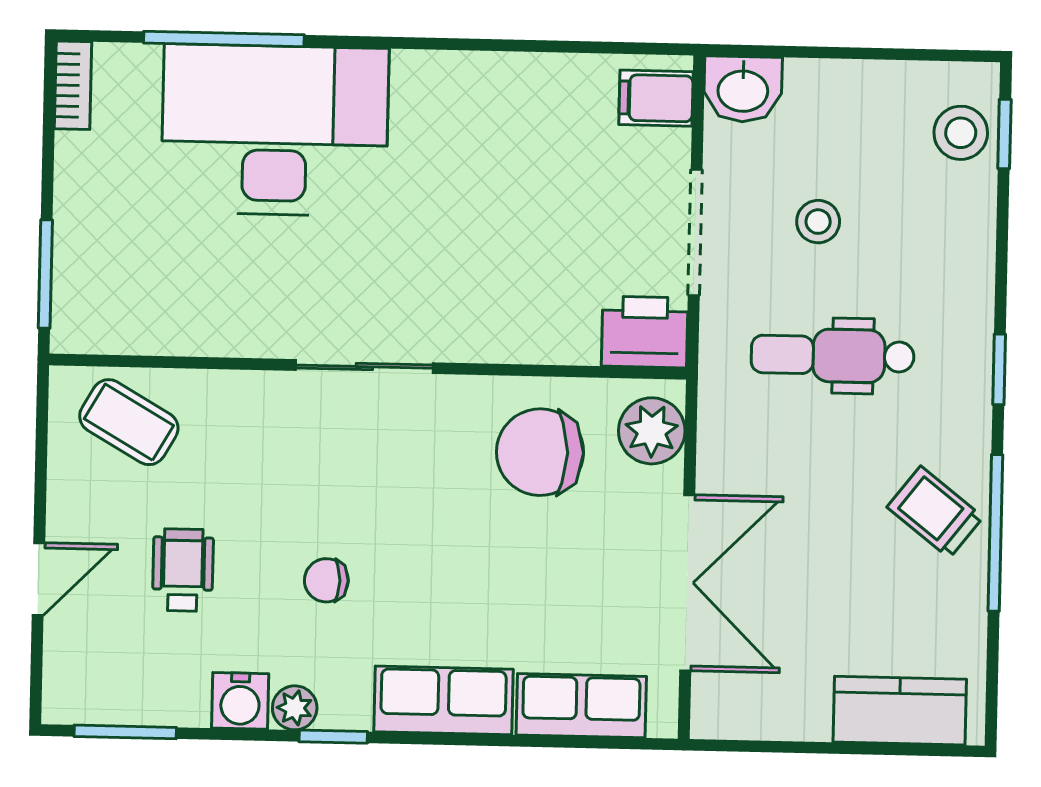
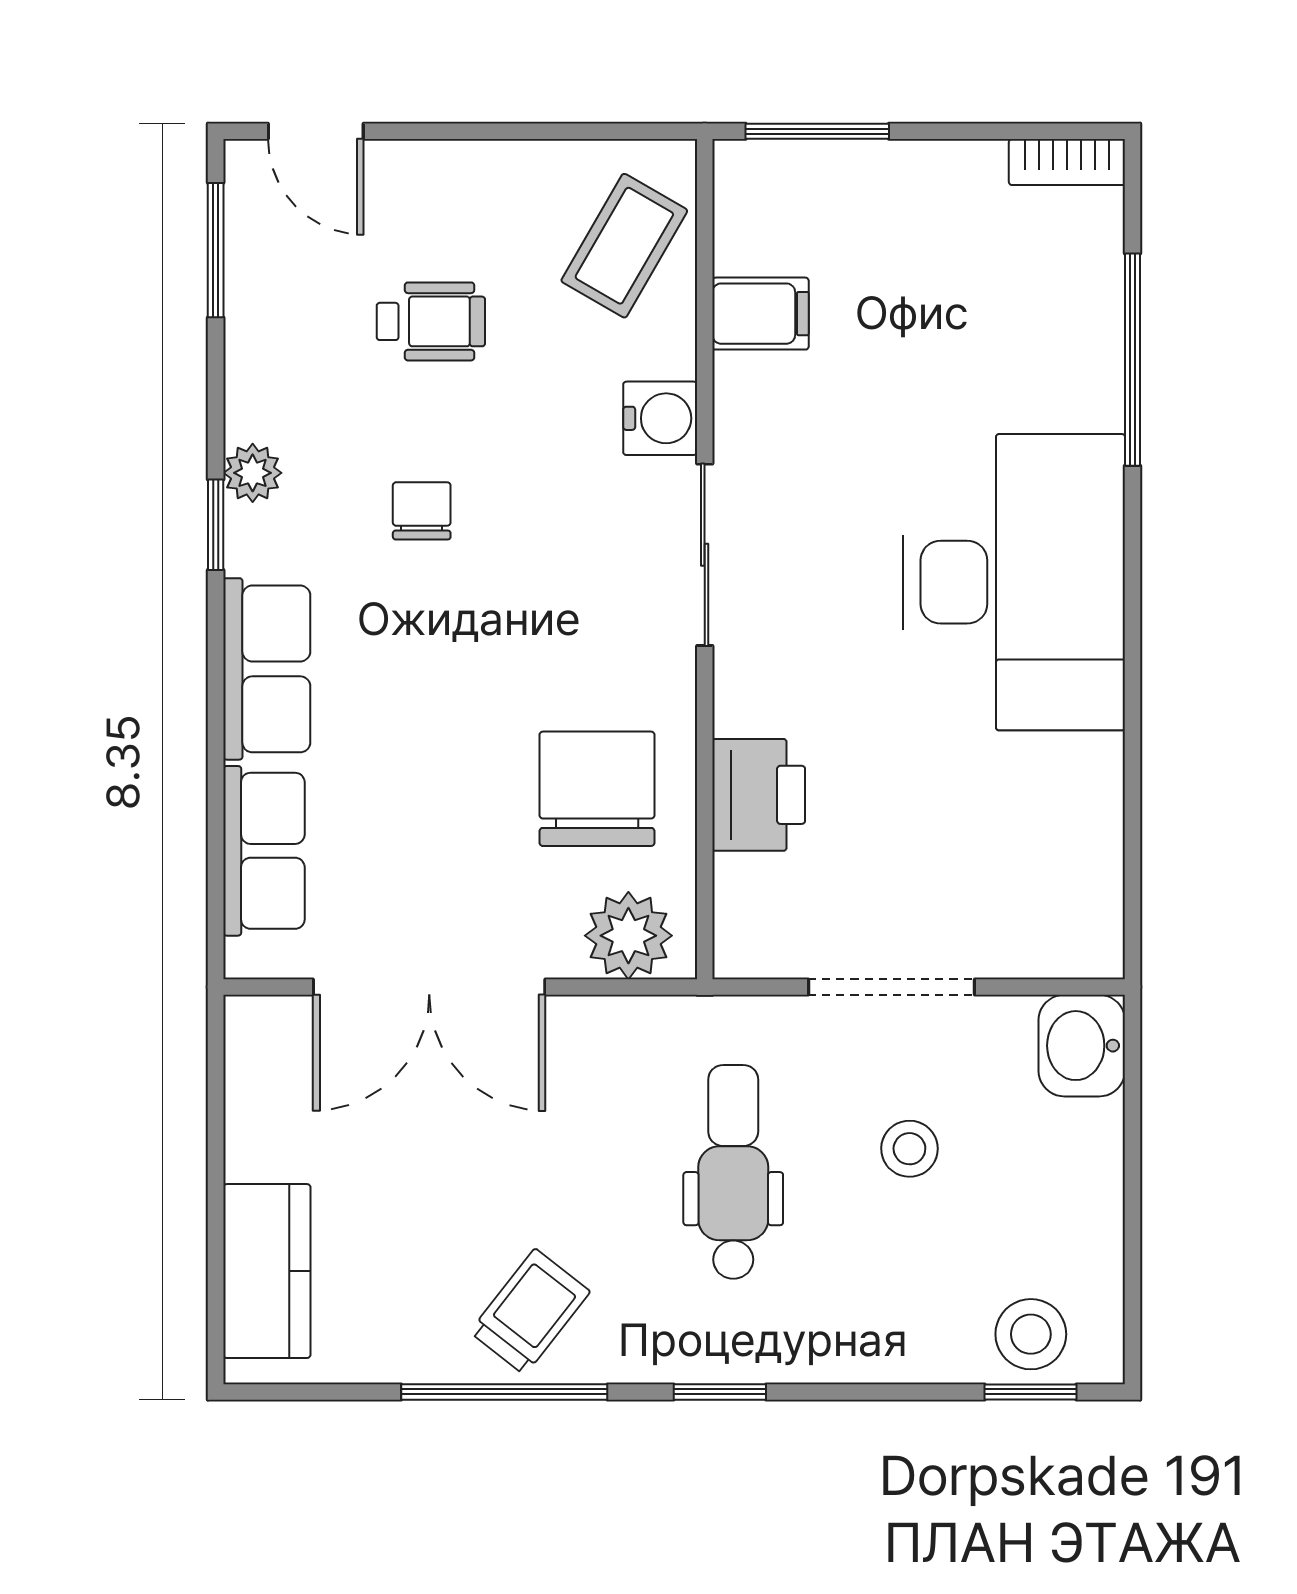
filing cabinet: (656, 98) -> (760, 314), moved, turned 90
desk: (275, 130) -> (1014, 582), moved
printer: (645, 332) -> (759, 795), moved
door: (38, 579) -> (316, 131), moved
water cooler: (240, 701) -> (660, 418), moved, turned 180

